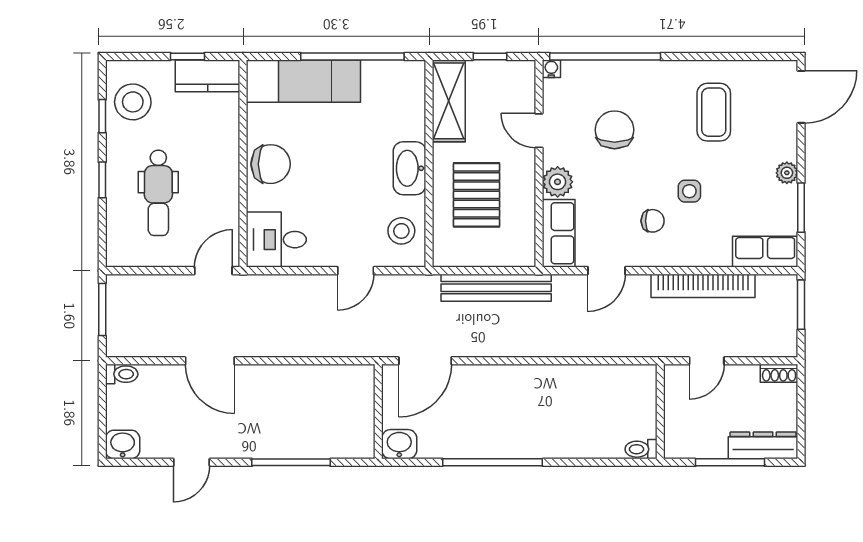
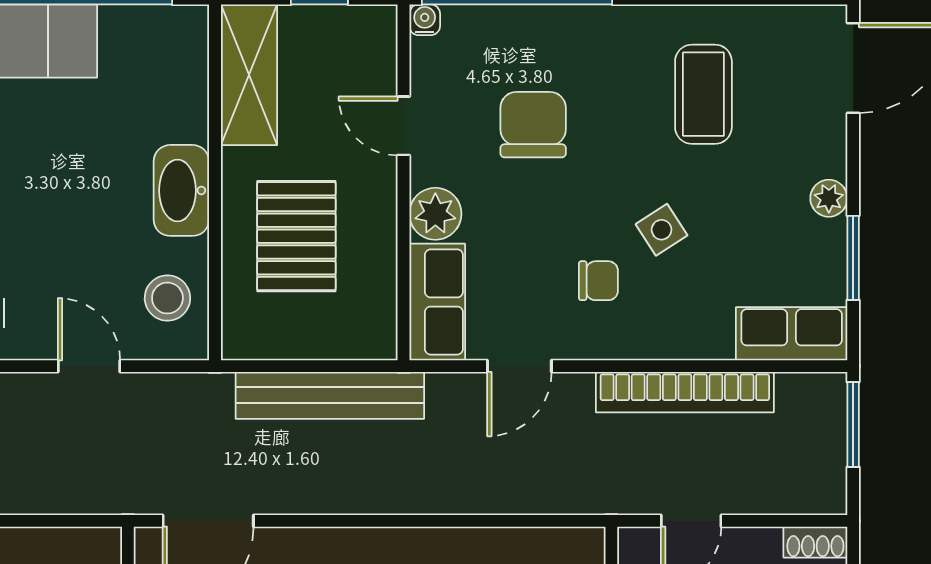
side table: (689, 191) -> (662, 230), turned -33
door: (356, 271) -> (89, 366), swing flipped

